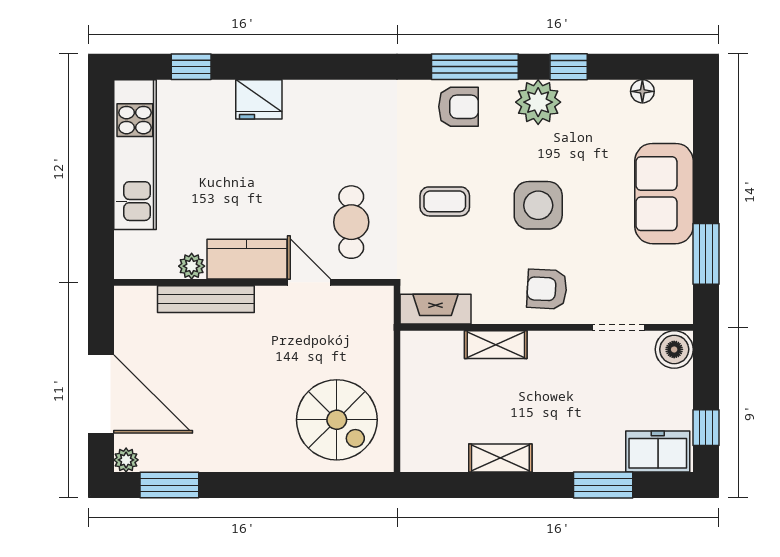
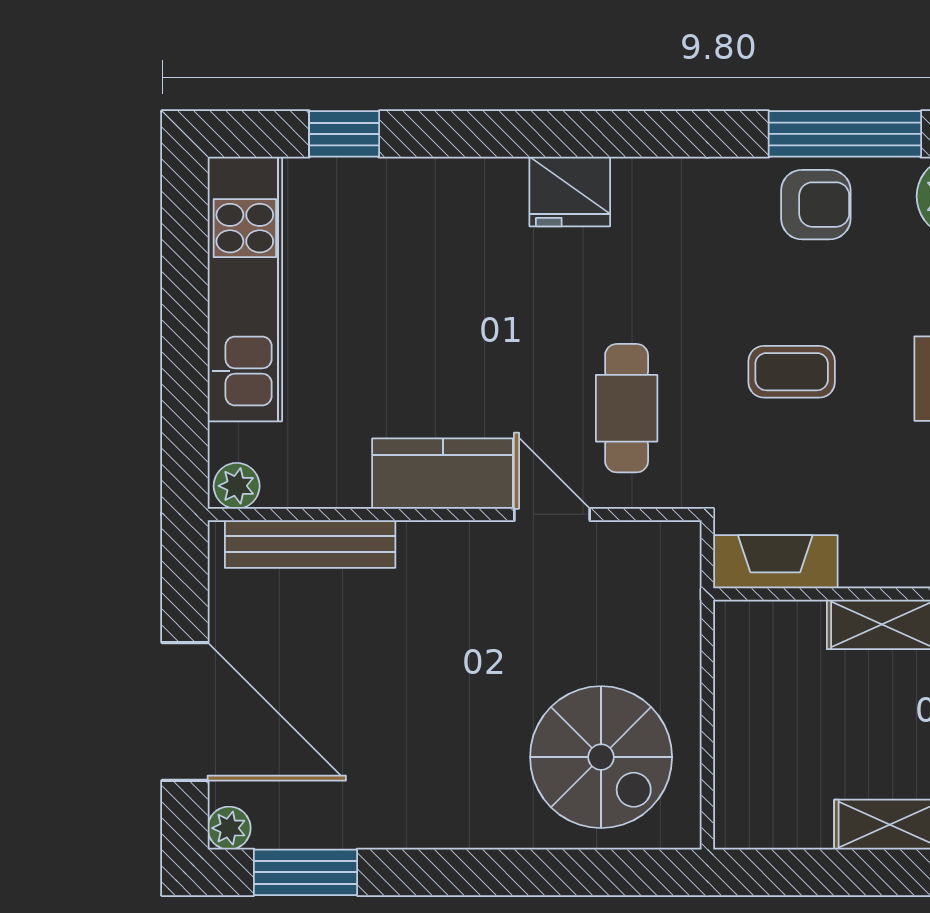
fridge: (259, 99) -> (570, 192), moved
plant: (192, 266) -> (237, 486), moved
bench: (206, 299) -> (310, 544), moved

